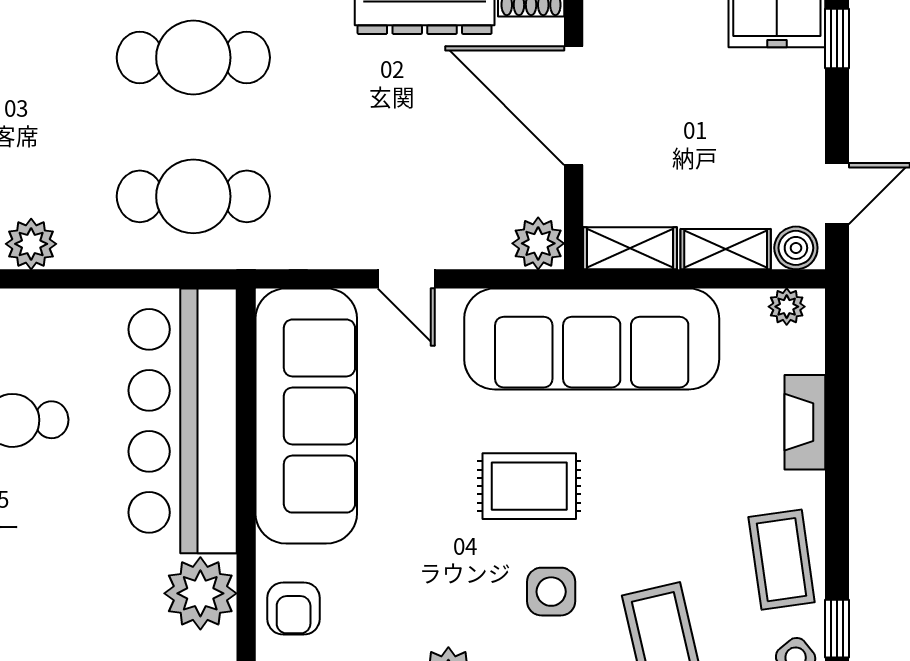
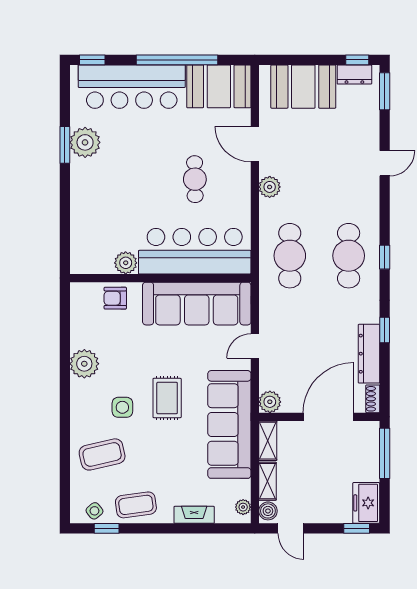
plant: (200, 593) -> (126, 263), width x0.73, depth x0.73

